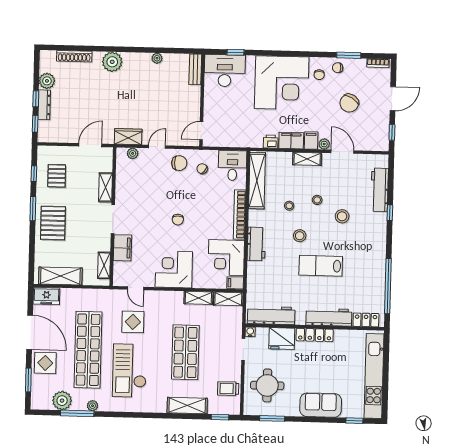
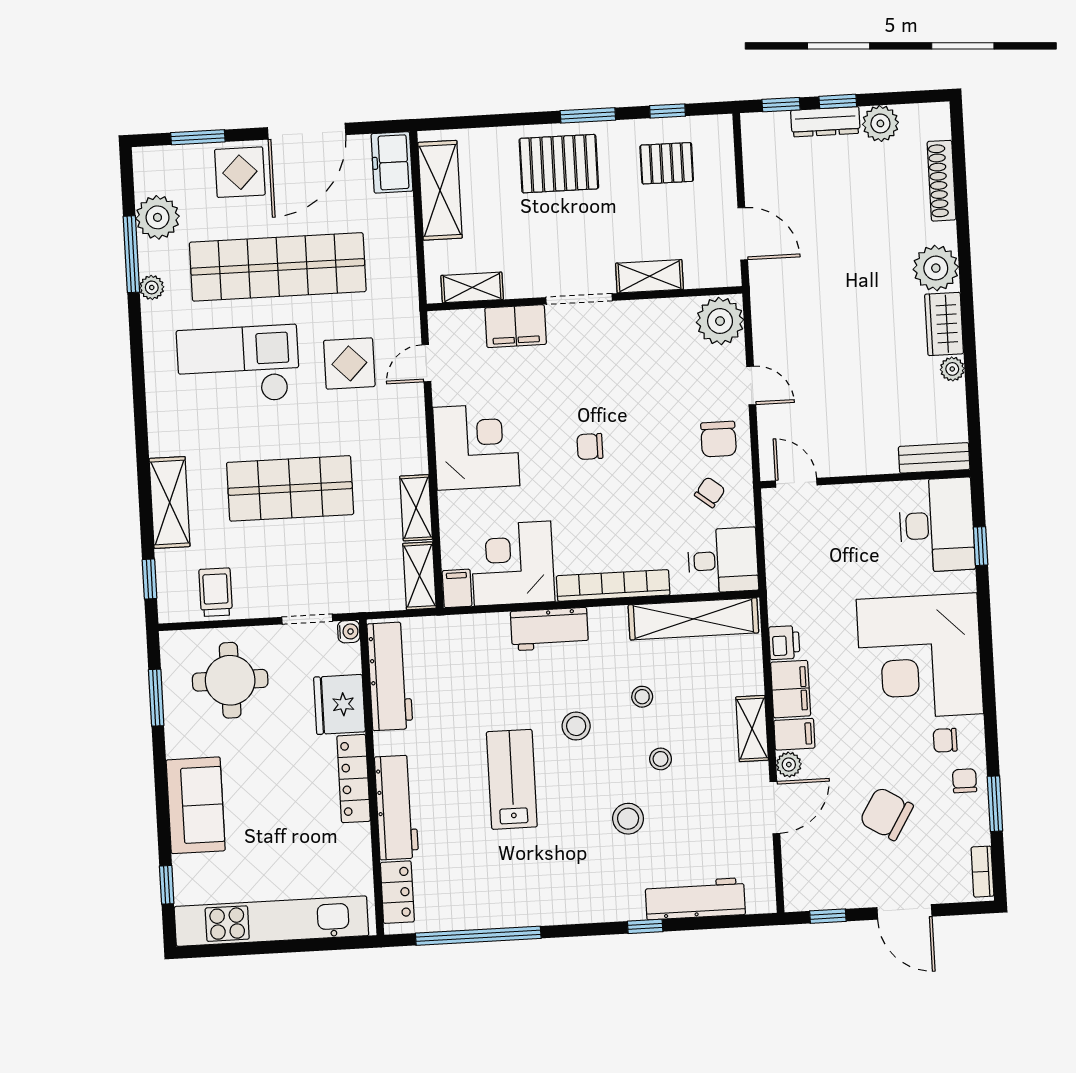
wardrobe: (128, 137) -> (944, 324), moved, turned 180
plant: (133, 153) -> (720, 321), width x1.88, depth x1.88

